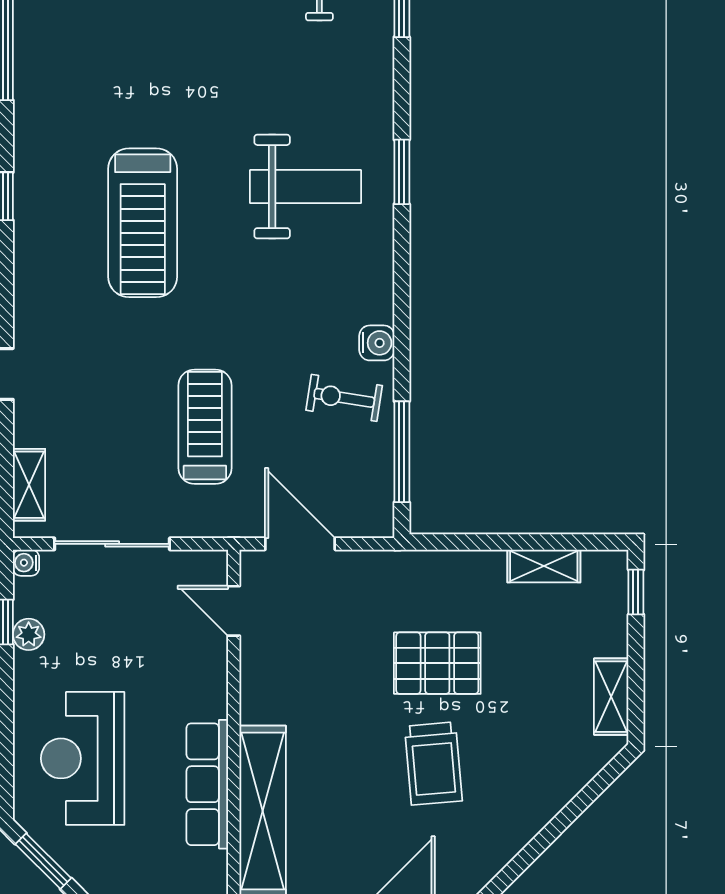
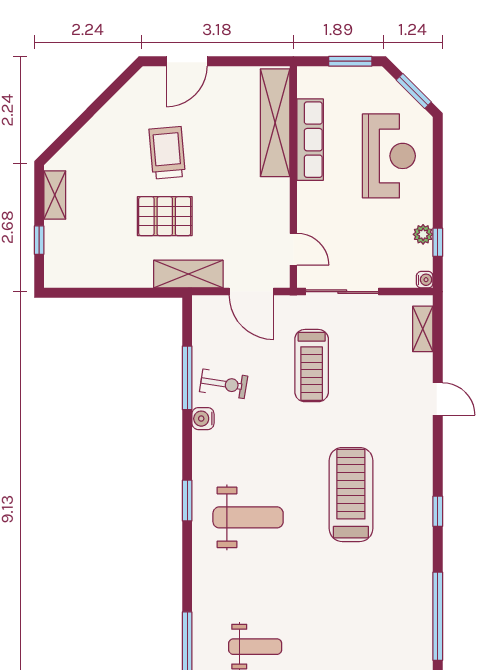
window: (402, 172) -> (187, 501), moved
weight bench: (305, 187) -> (248, 517), turned 180
window: (402, 452) -> (187, 378), moved
sliding door: (112, 544) -> (342, 292), moved
shelving: (544, 566) -> (188, 274), moved, width x1.50, depth x1.33
window: (636, 592) -> (39, 240), moved

